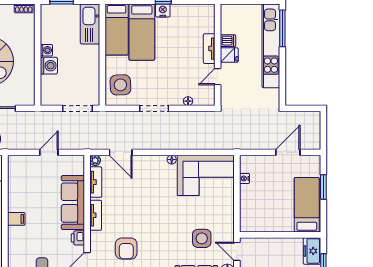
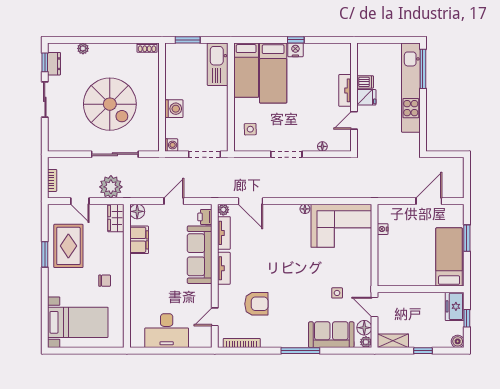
washing machine: (46, 50) -> (171, 145), moved
side table: (120, 85) -> (250, 129), width x0.54, depth x0.54
floor lamp: (14, 162) -> (137, 211), added
filing cabinet: (16, 219) -> (139, 240), moved, width x2.00
printer: (78, 238) -> (205, 217), moved
side table: (202, 238) -> (337, 293), width x0.54, depth x0.54
armchair: (126, 249) -> (256, 304), turned -90

